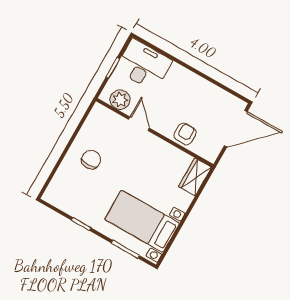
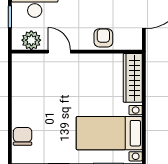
chair: (91, 160) -> (23, 136), moved
wardrobe: (195, 177) -> (133, 78), width x1.50

